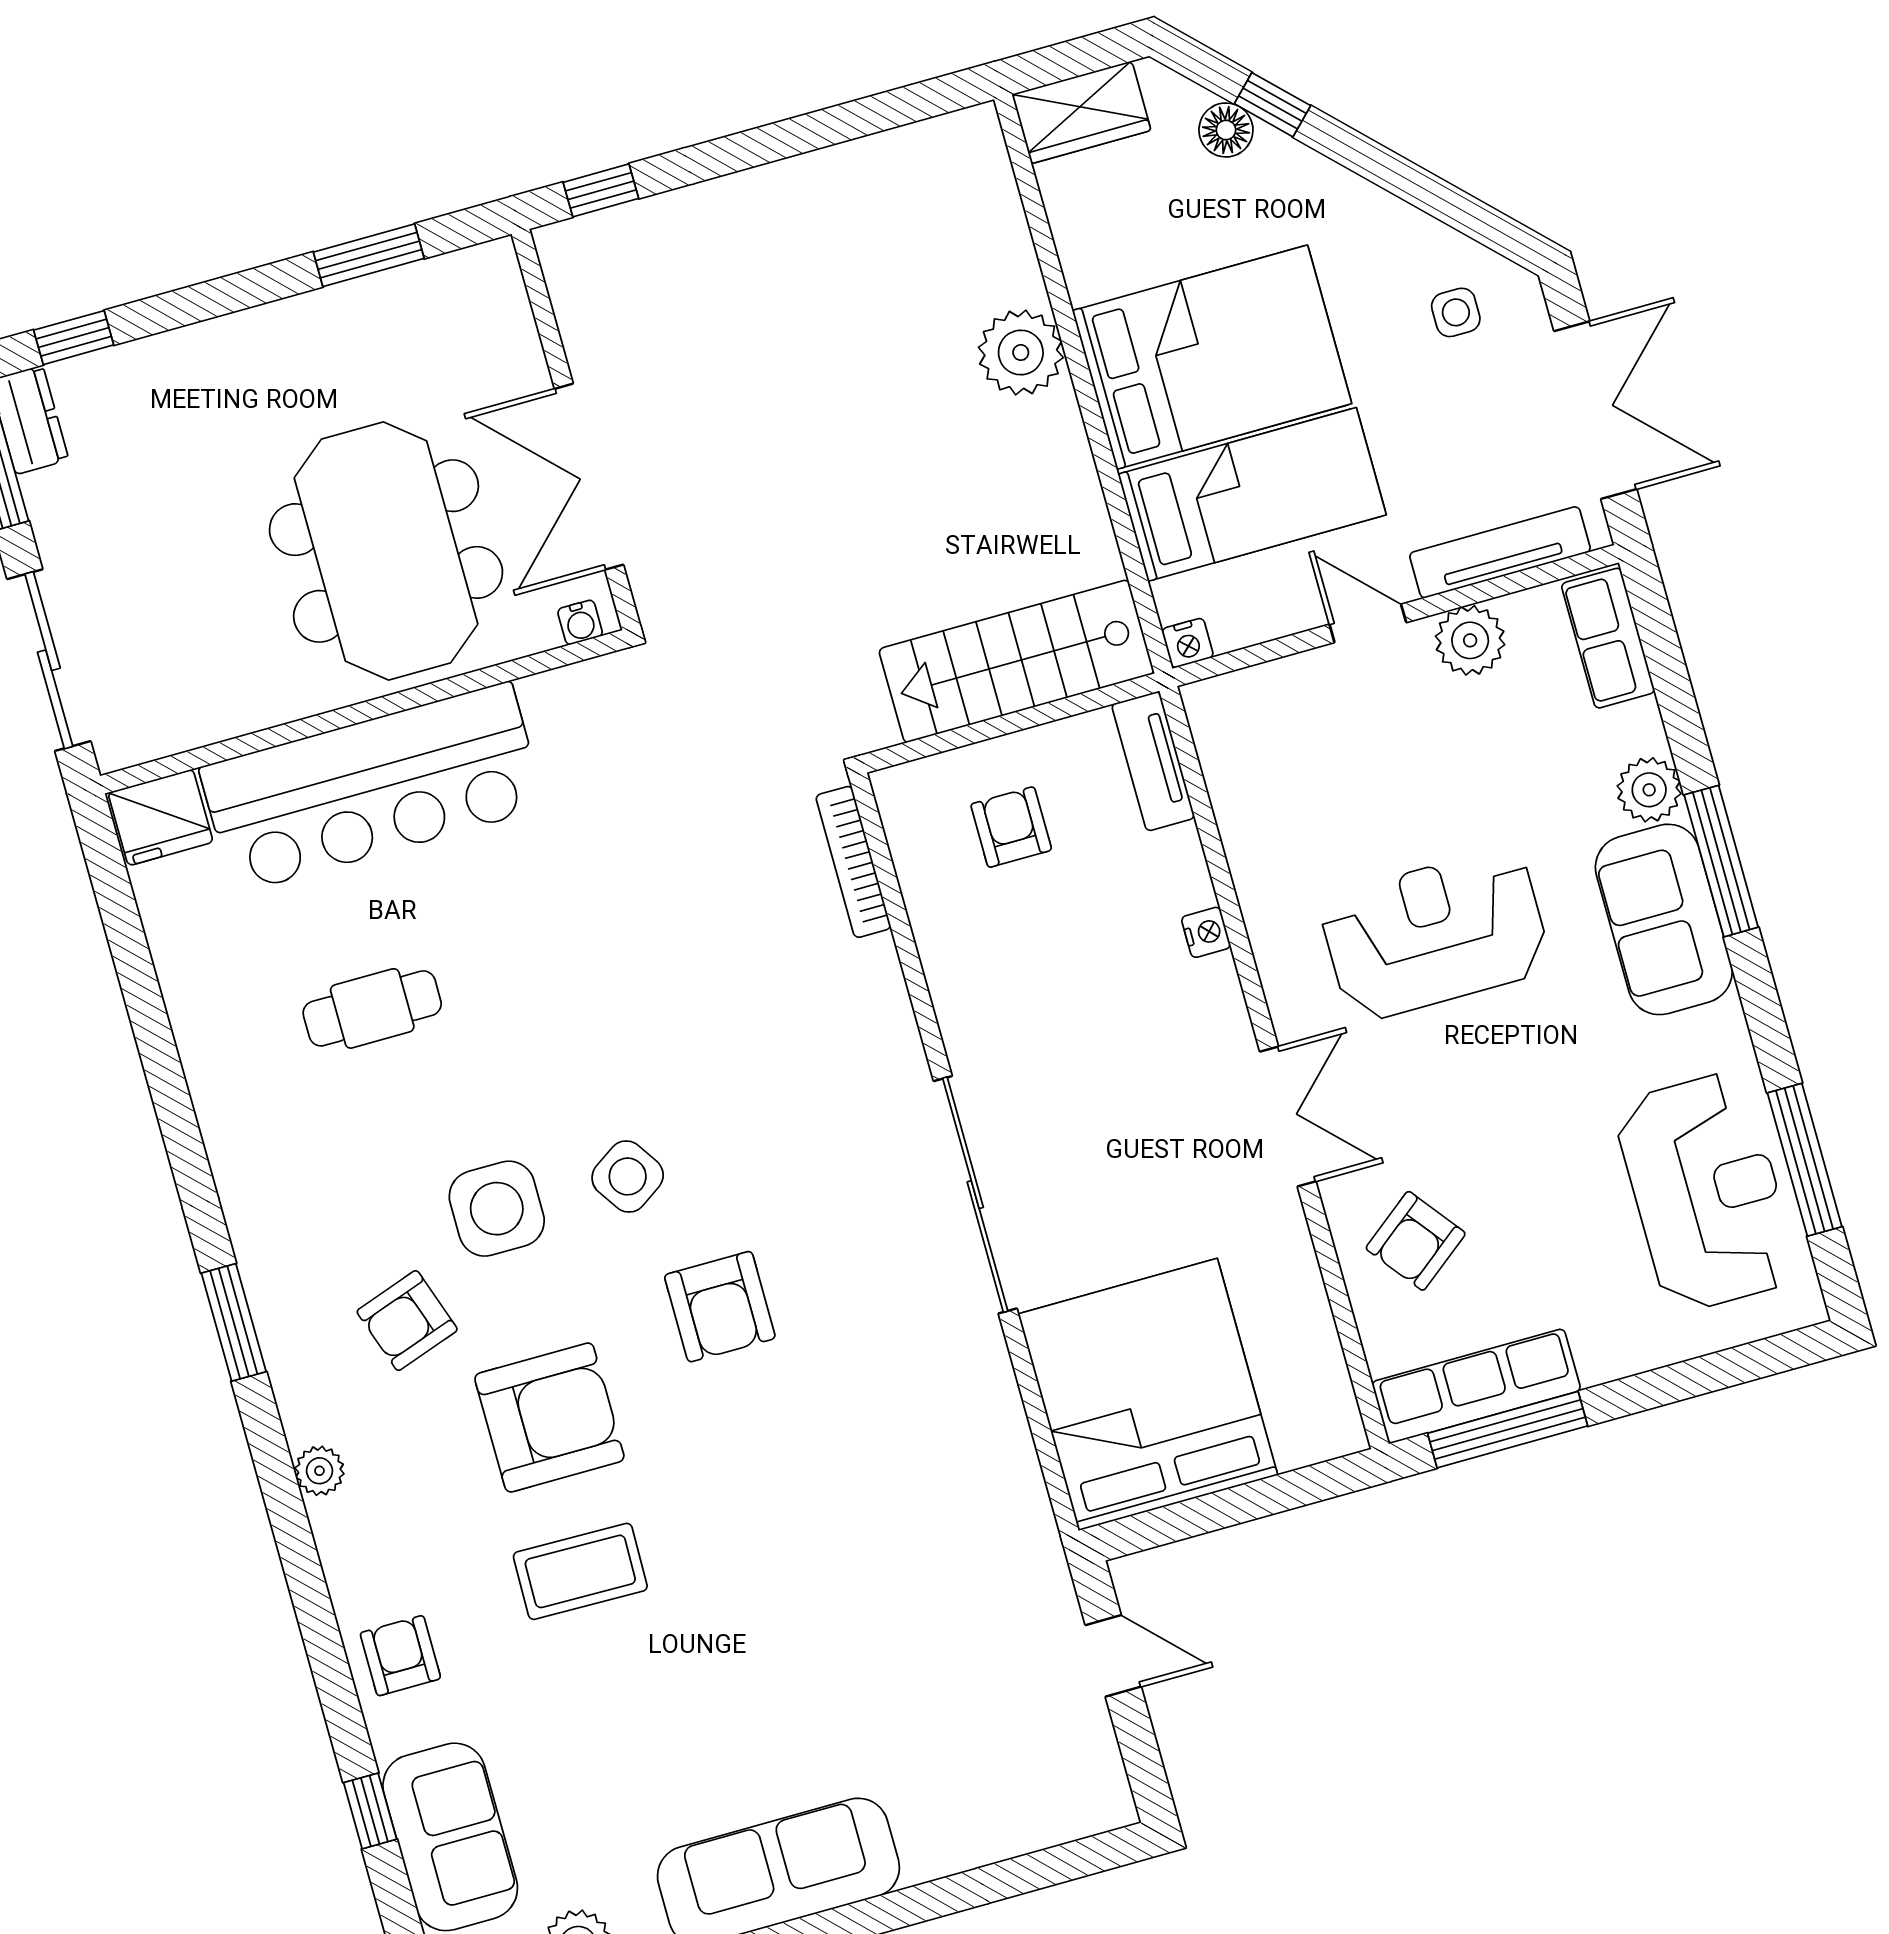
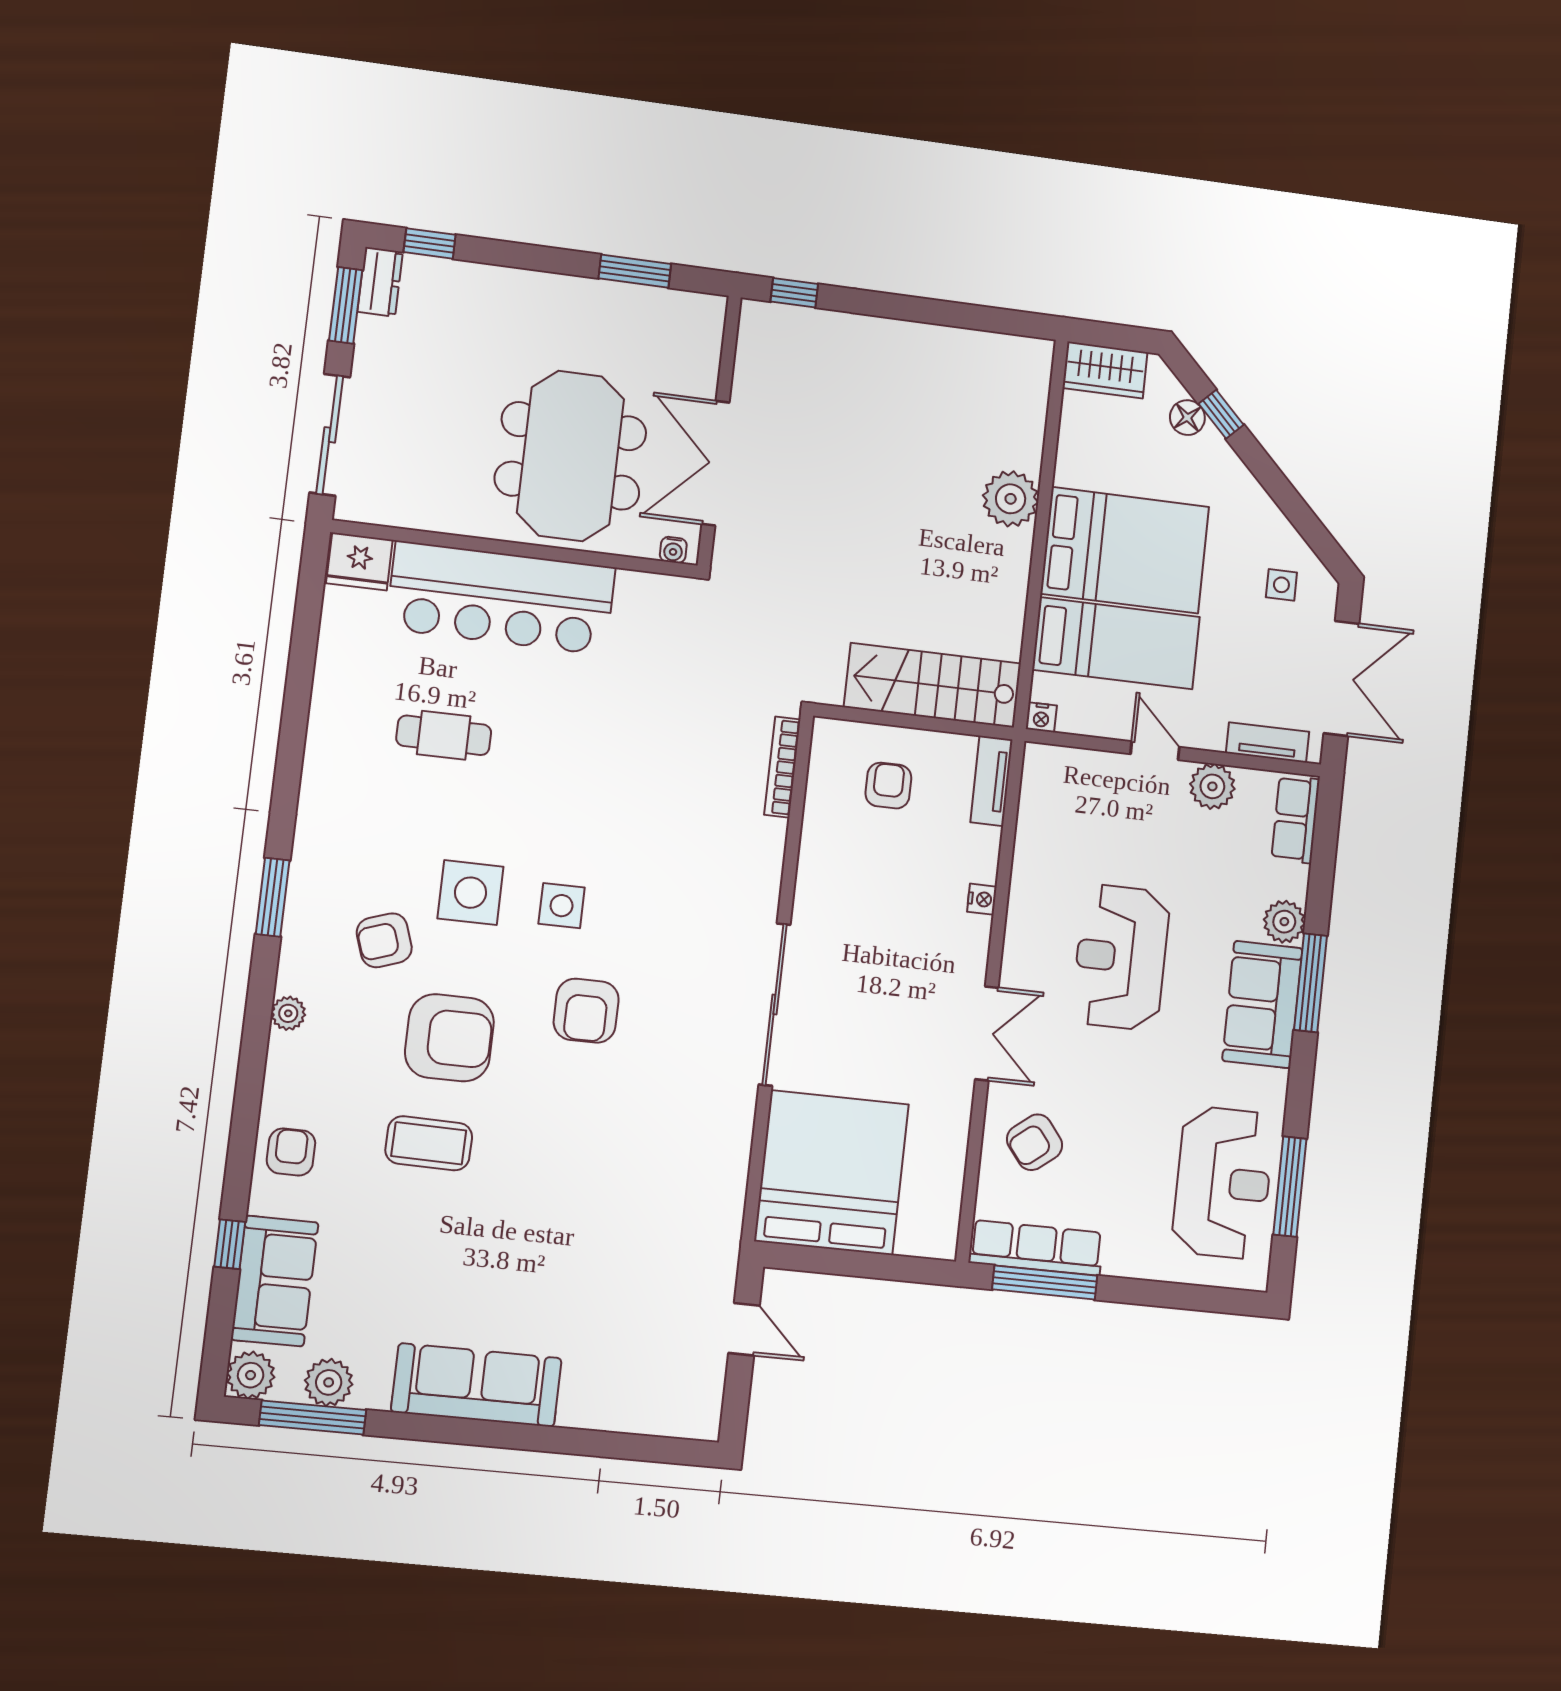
tv unit: (1500, 552) -> (1268, 742), width x0.71
reception desk: (1435, 934) -> (1121, 957), turned -90
side table: (628, 1176) -> (562, 906), turned 34

